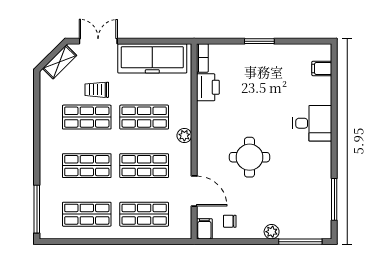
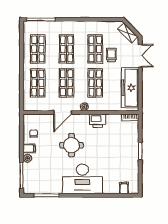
printer: (208, 87) -> (98, 121), moved
desk: (312, 123) -> (82, 179), width x1.87, depth x1.30
door: (194, 191) -> (63, 112), moved
filing cabinet: (204, 229) -> (29, 149), moved

